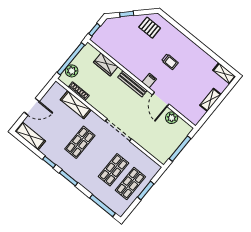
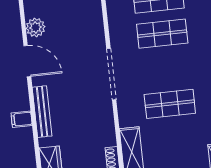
filing cabinet: (149, 81) -> (22, 119), moved
door: (161, 99) -> (27, 61), hinge flipped

